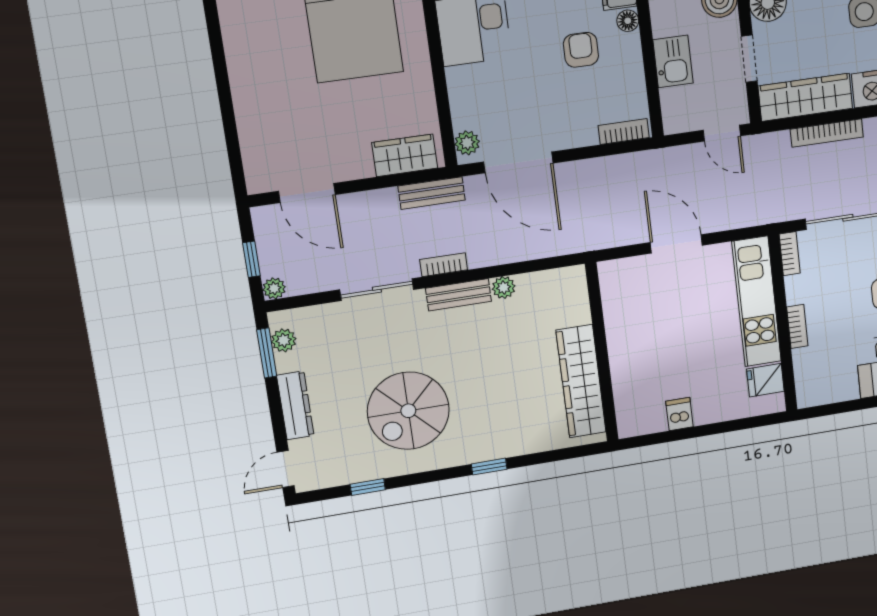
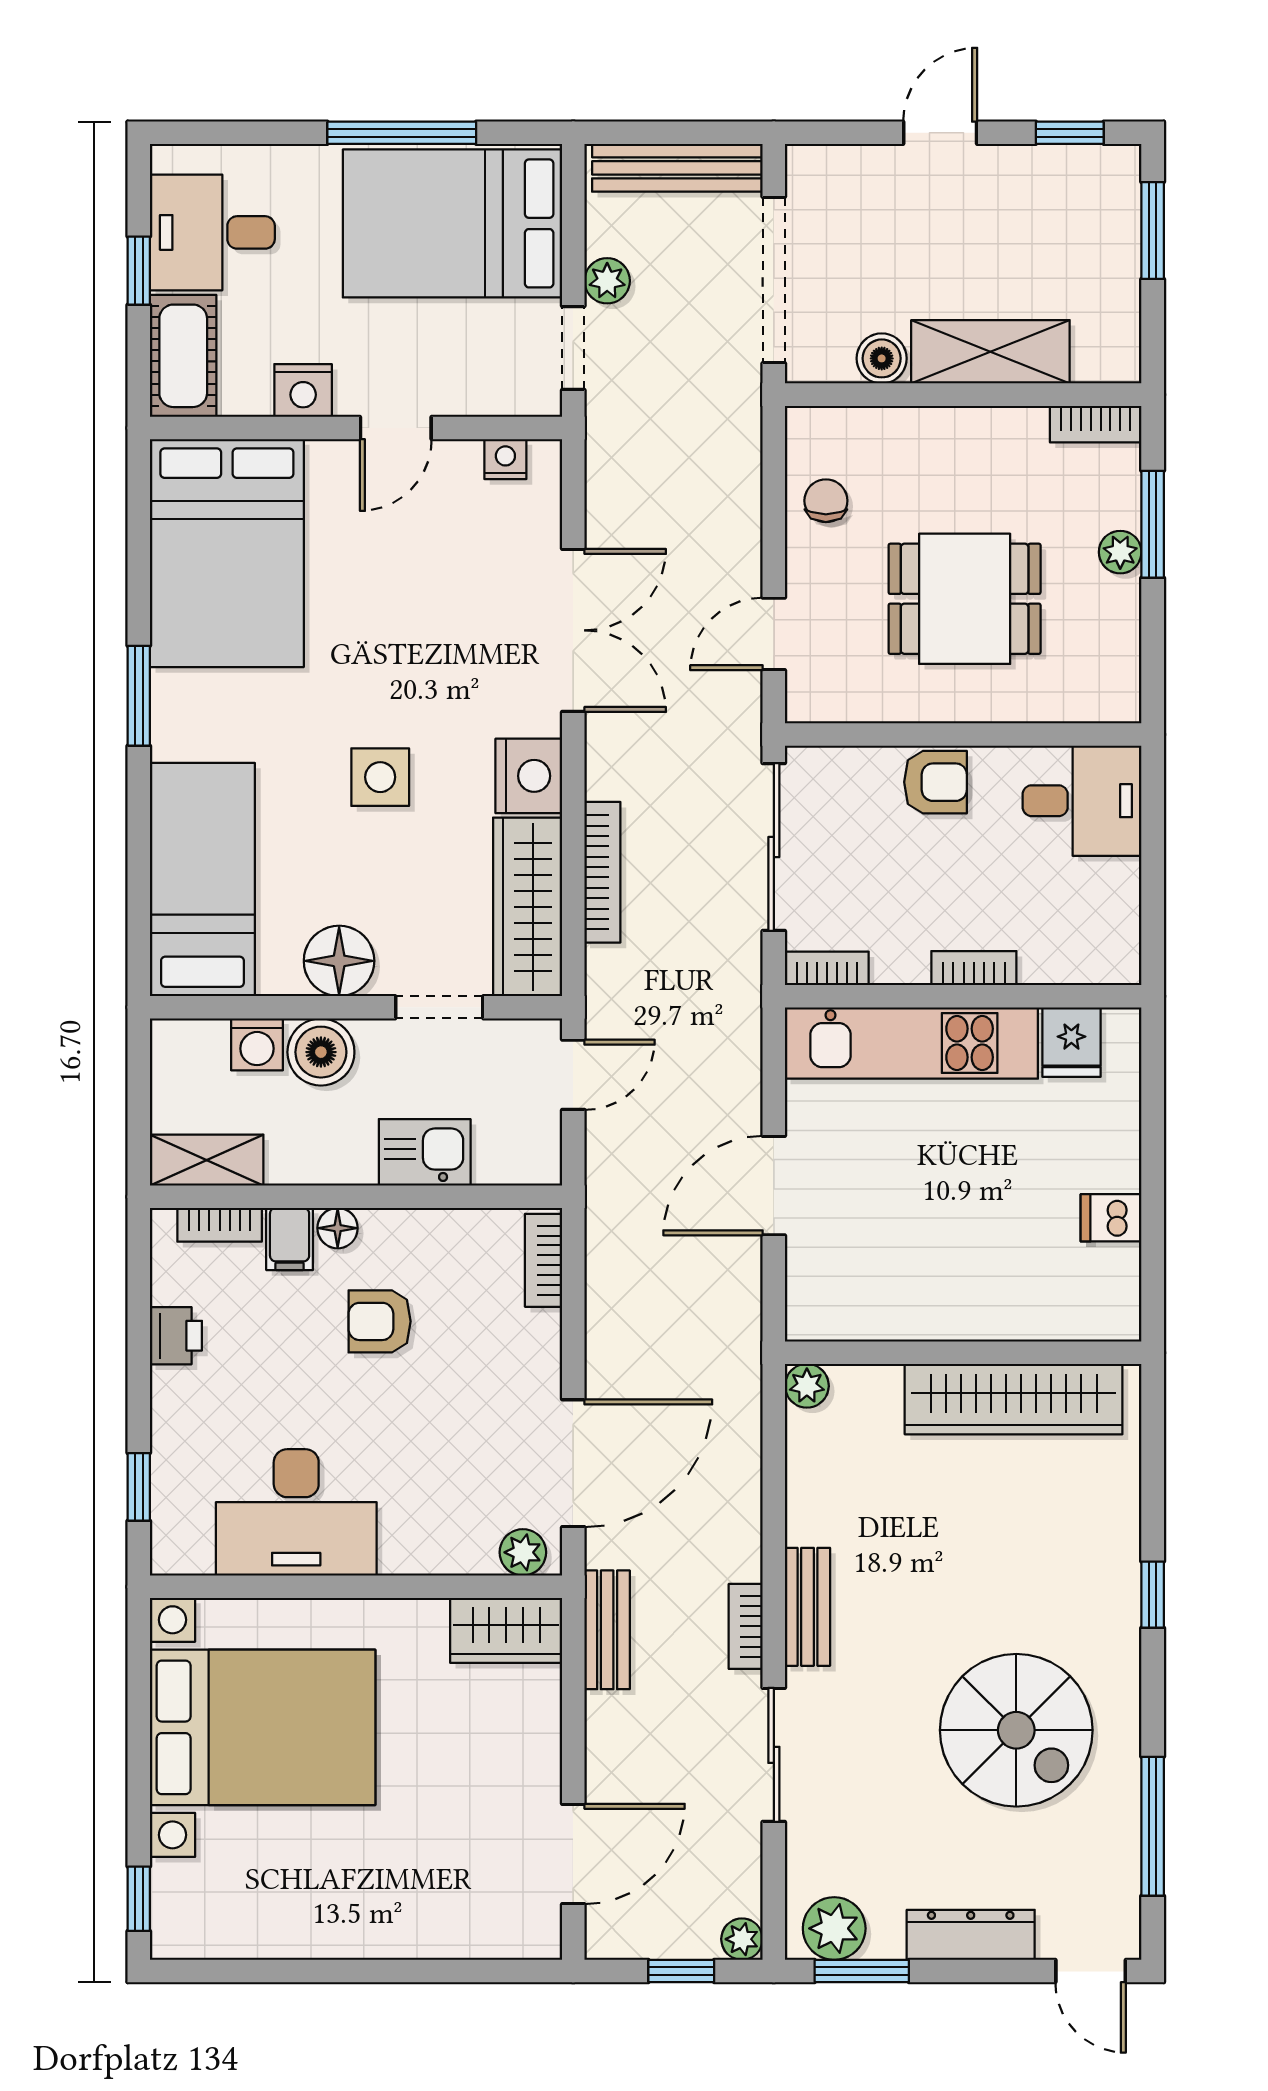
wardrobe: (405, 155) -> (506, 1630), moved, turned -90
plant: (504, 287) -> (807, 1386), moved
plant: (284, 340) -> (834, 1928), width x1.38, depth x1.38
window: (368, 487) -> (1153, 1826), width x2.17

